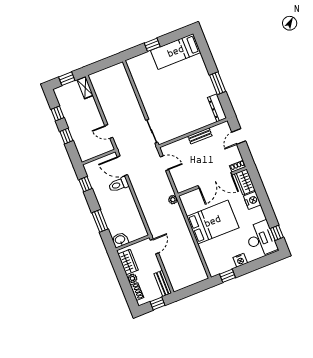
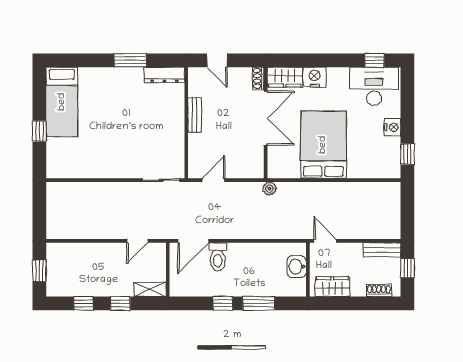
shelving: (85, 88) -> (150, 289), moved
window: (85, 184) -> (223, 303), moved
washbasin: (120, 240) -> (297, 267), moved
plant: (132, 278) -> (358, 290), removed

